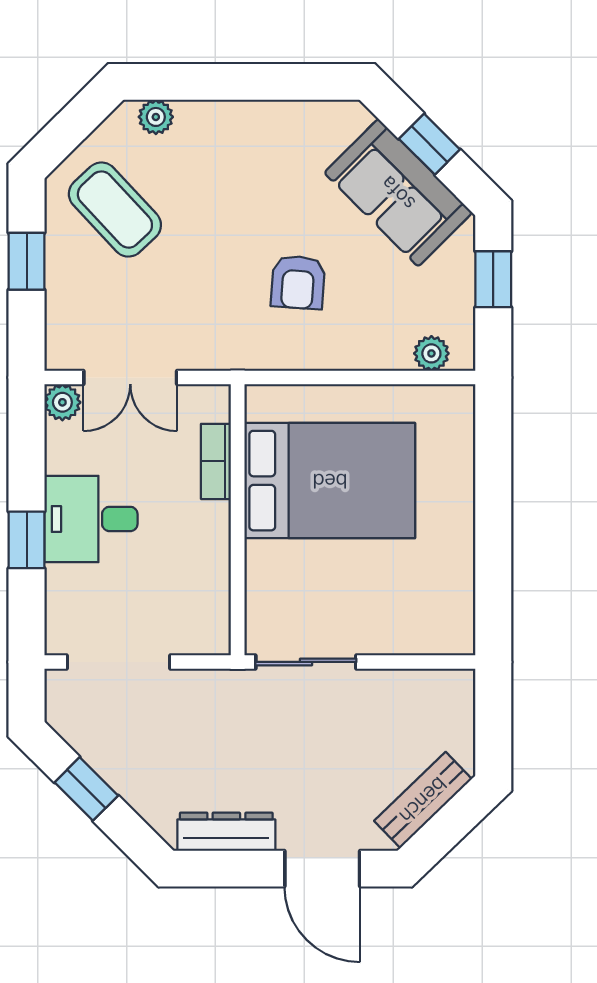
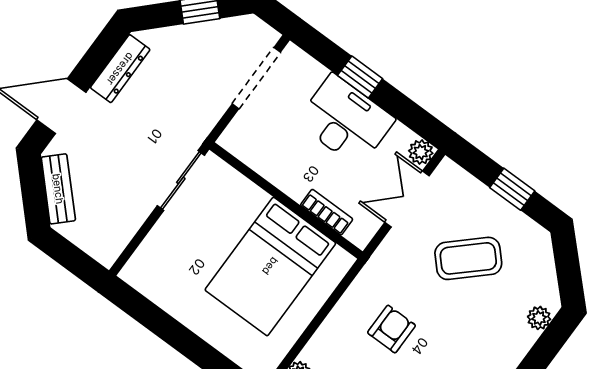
coffee table: (115, 210) -> (468, 258), moved
armchair: (298, 282) -> (392, 329), turned 86
desk: (91, 519) -> (346, 121), width x1.37

